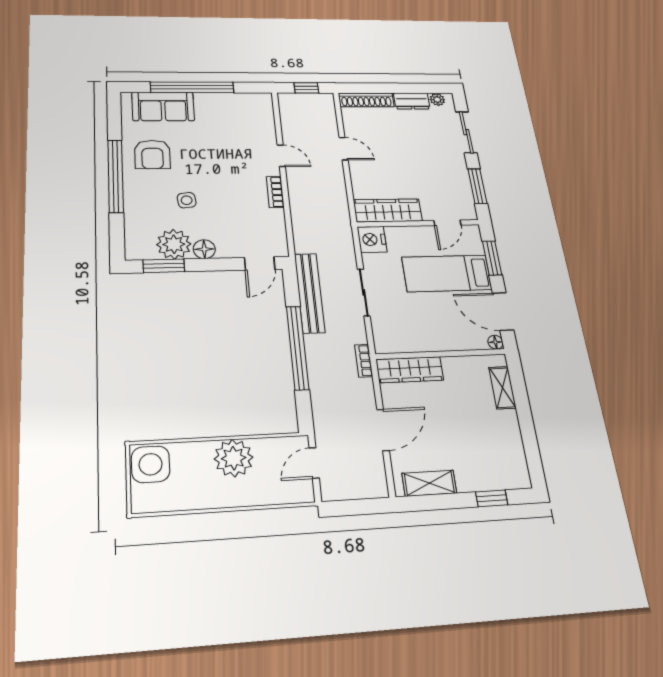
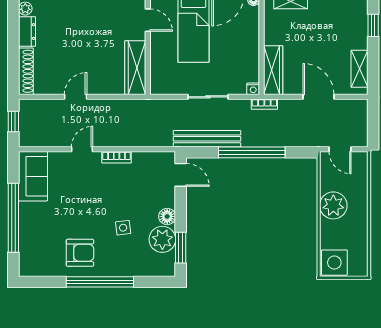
sofa: (163, 106) -> (33, 176), moved
nightstand: (372, 239) -> (253, 89), moved, width x0.53, depth x0.56

